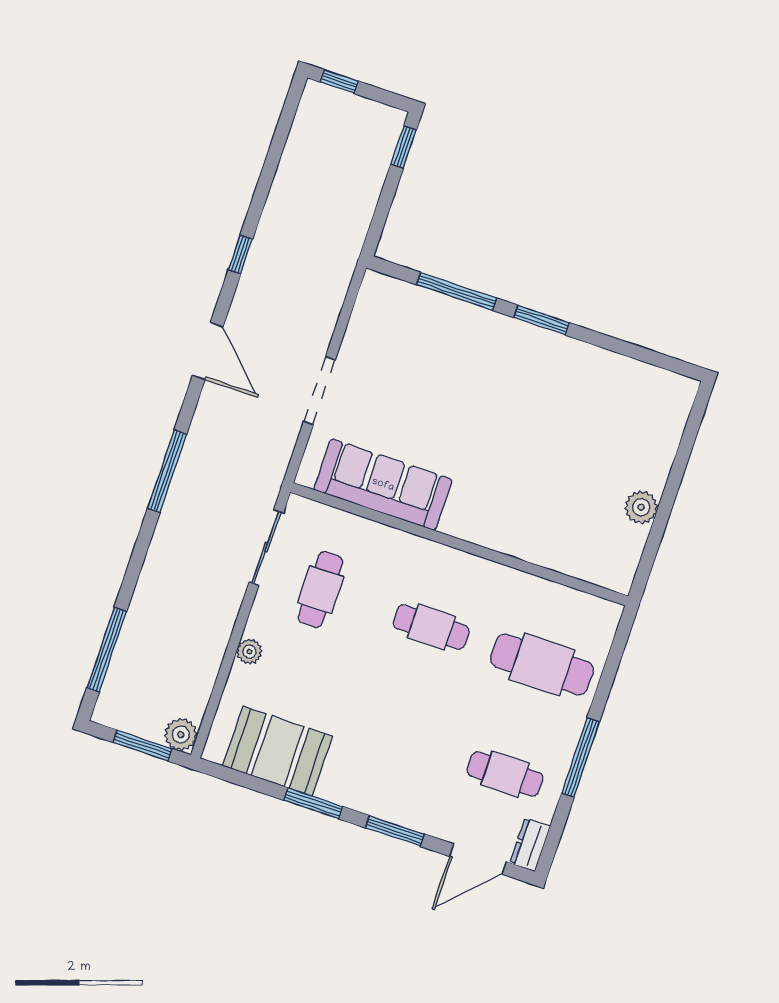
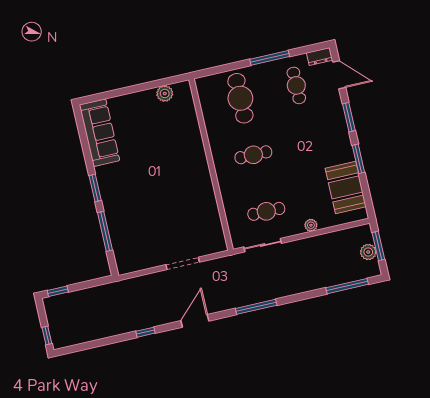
sofa: (383, 485) -> (100, 133), moved, turned 180
plant: (641, 507) -> (165, 93), moved
cafe table: (431, 627) -> (253, 155), turned 90
plant: (181, 735) -> (368, 252), moved

